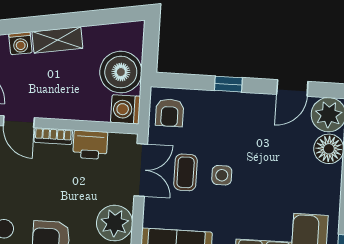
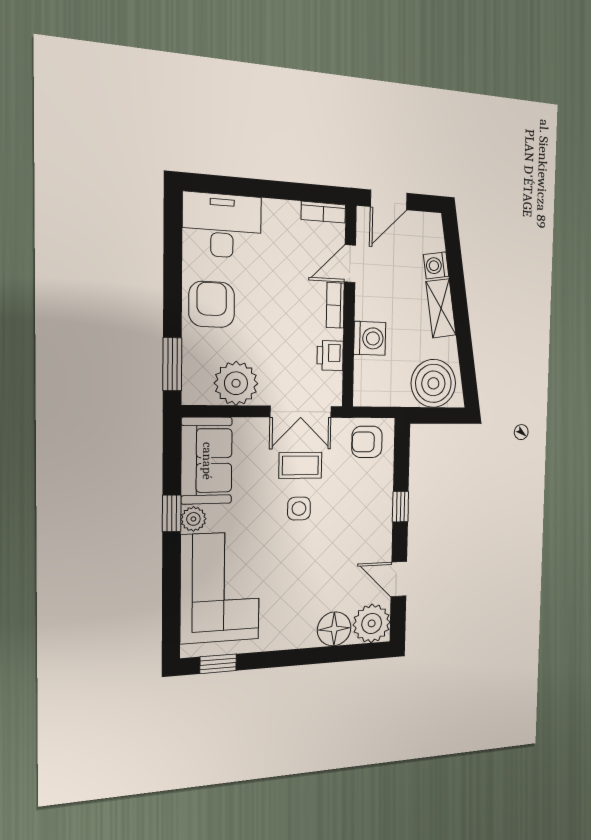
boiler: (121, 72) -> (433, 383), moved
washing machine: (125, 109) -> (370, 338), moved, turned 90
printer: (90, 145) -> (330, 355), width x0.73, depth x0.81

